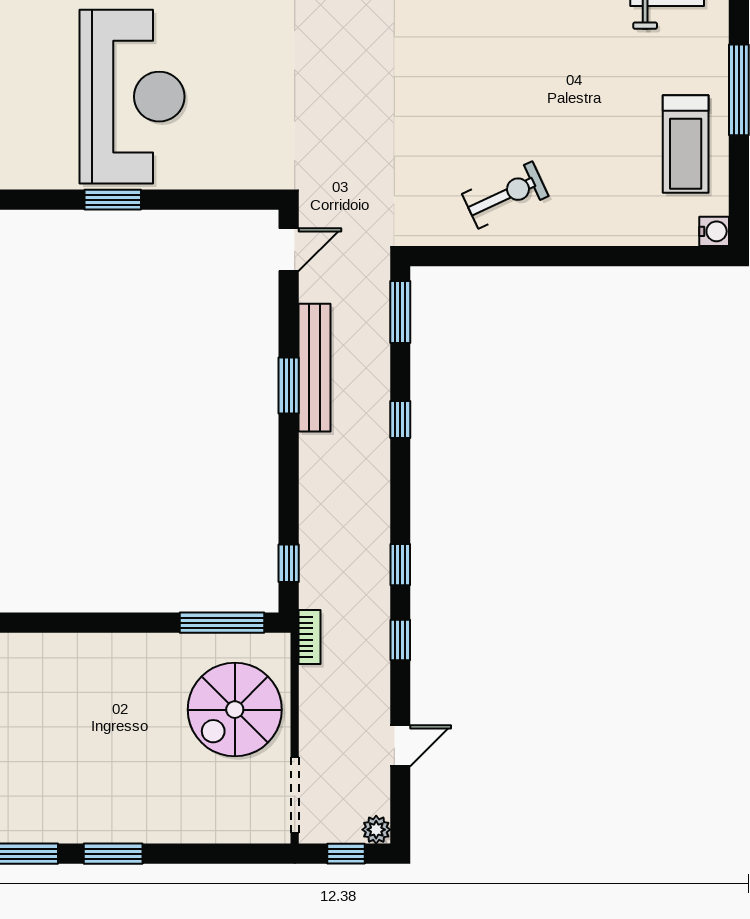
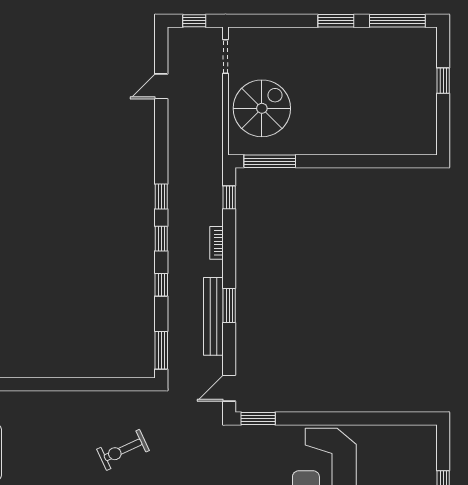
exercise bike: (505, 195) -> (123, 450), moved
window: (113, 200) -> (258, 419), moved
bookcase: (310, 637) -> (216, 243), moved
window: (400, 640) -> (161, 239), moved
doorway: (295, 795) -> (225, 56), width x0.73
plant: (376, 830) -> (176, 35), removed

